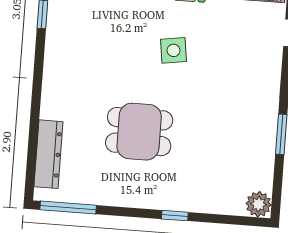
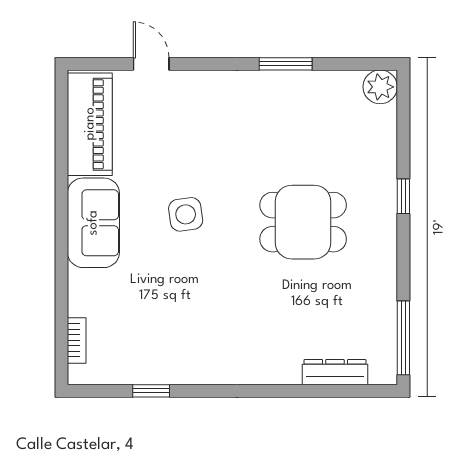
dining table: (139, 132) -> (303, 222), moved, turned 90
dresser: (48, 154) -> (335, 372), width x0.73, depth x0.80

